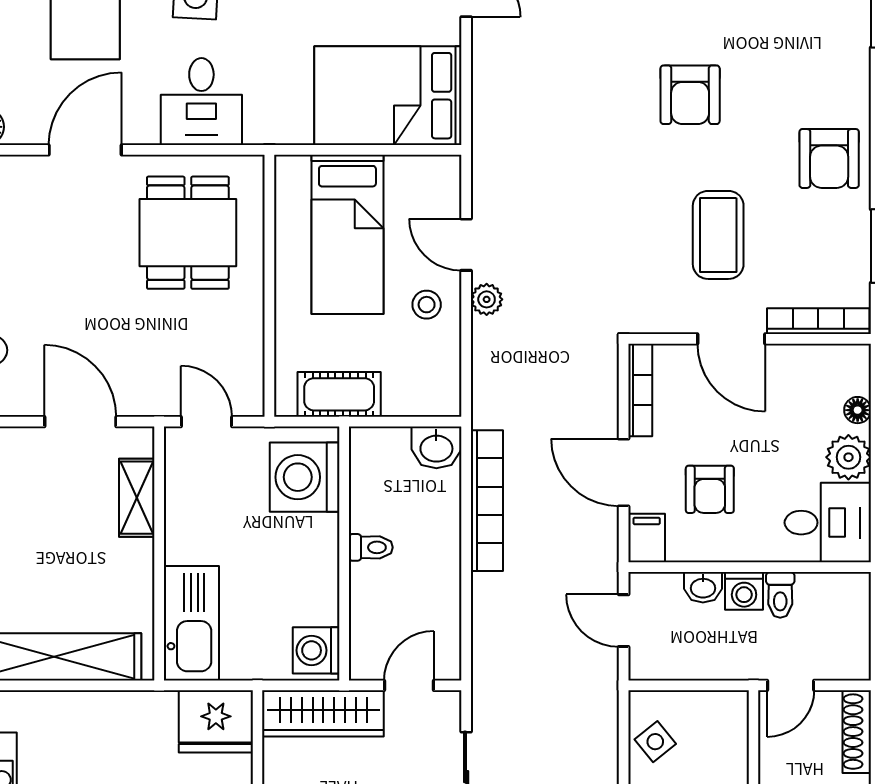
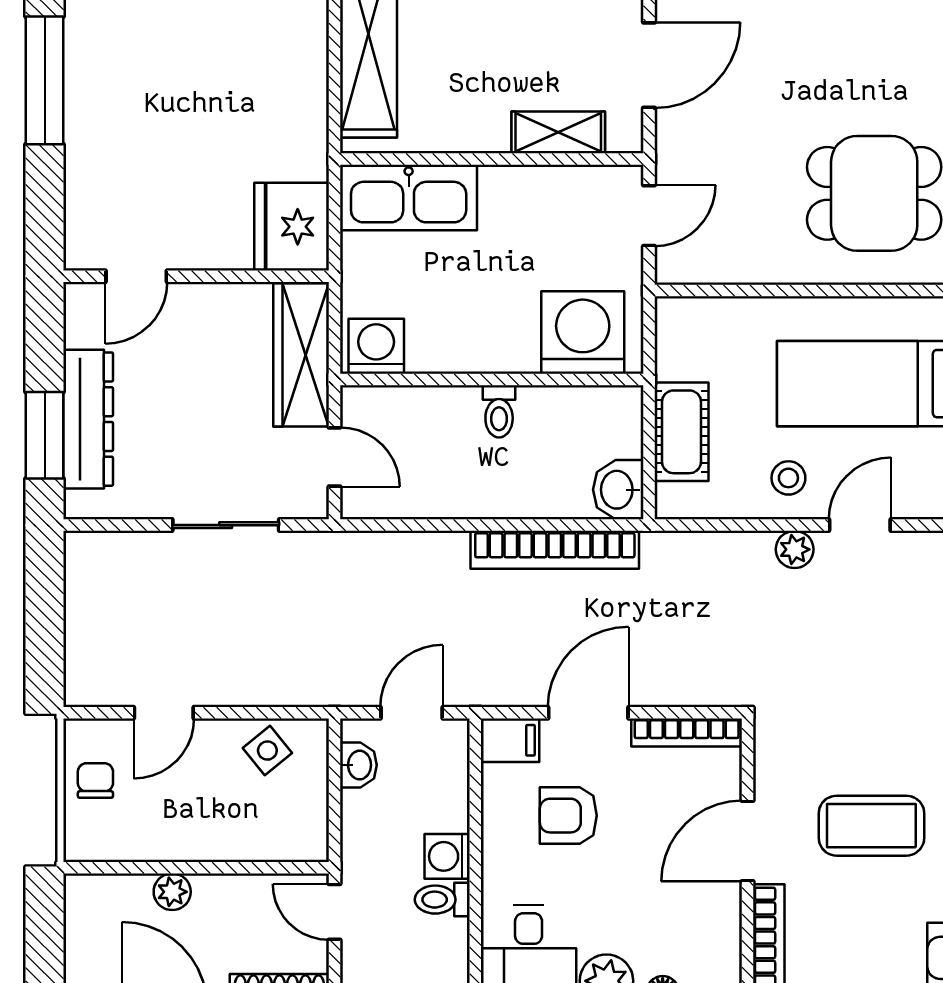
cot: (339, 394) -> (681, 432), moved
washbasin: (703, 587) -> (358, 765), moved, turned 180

